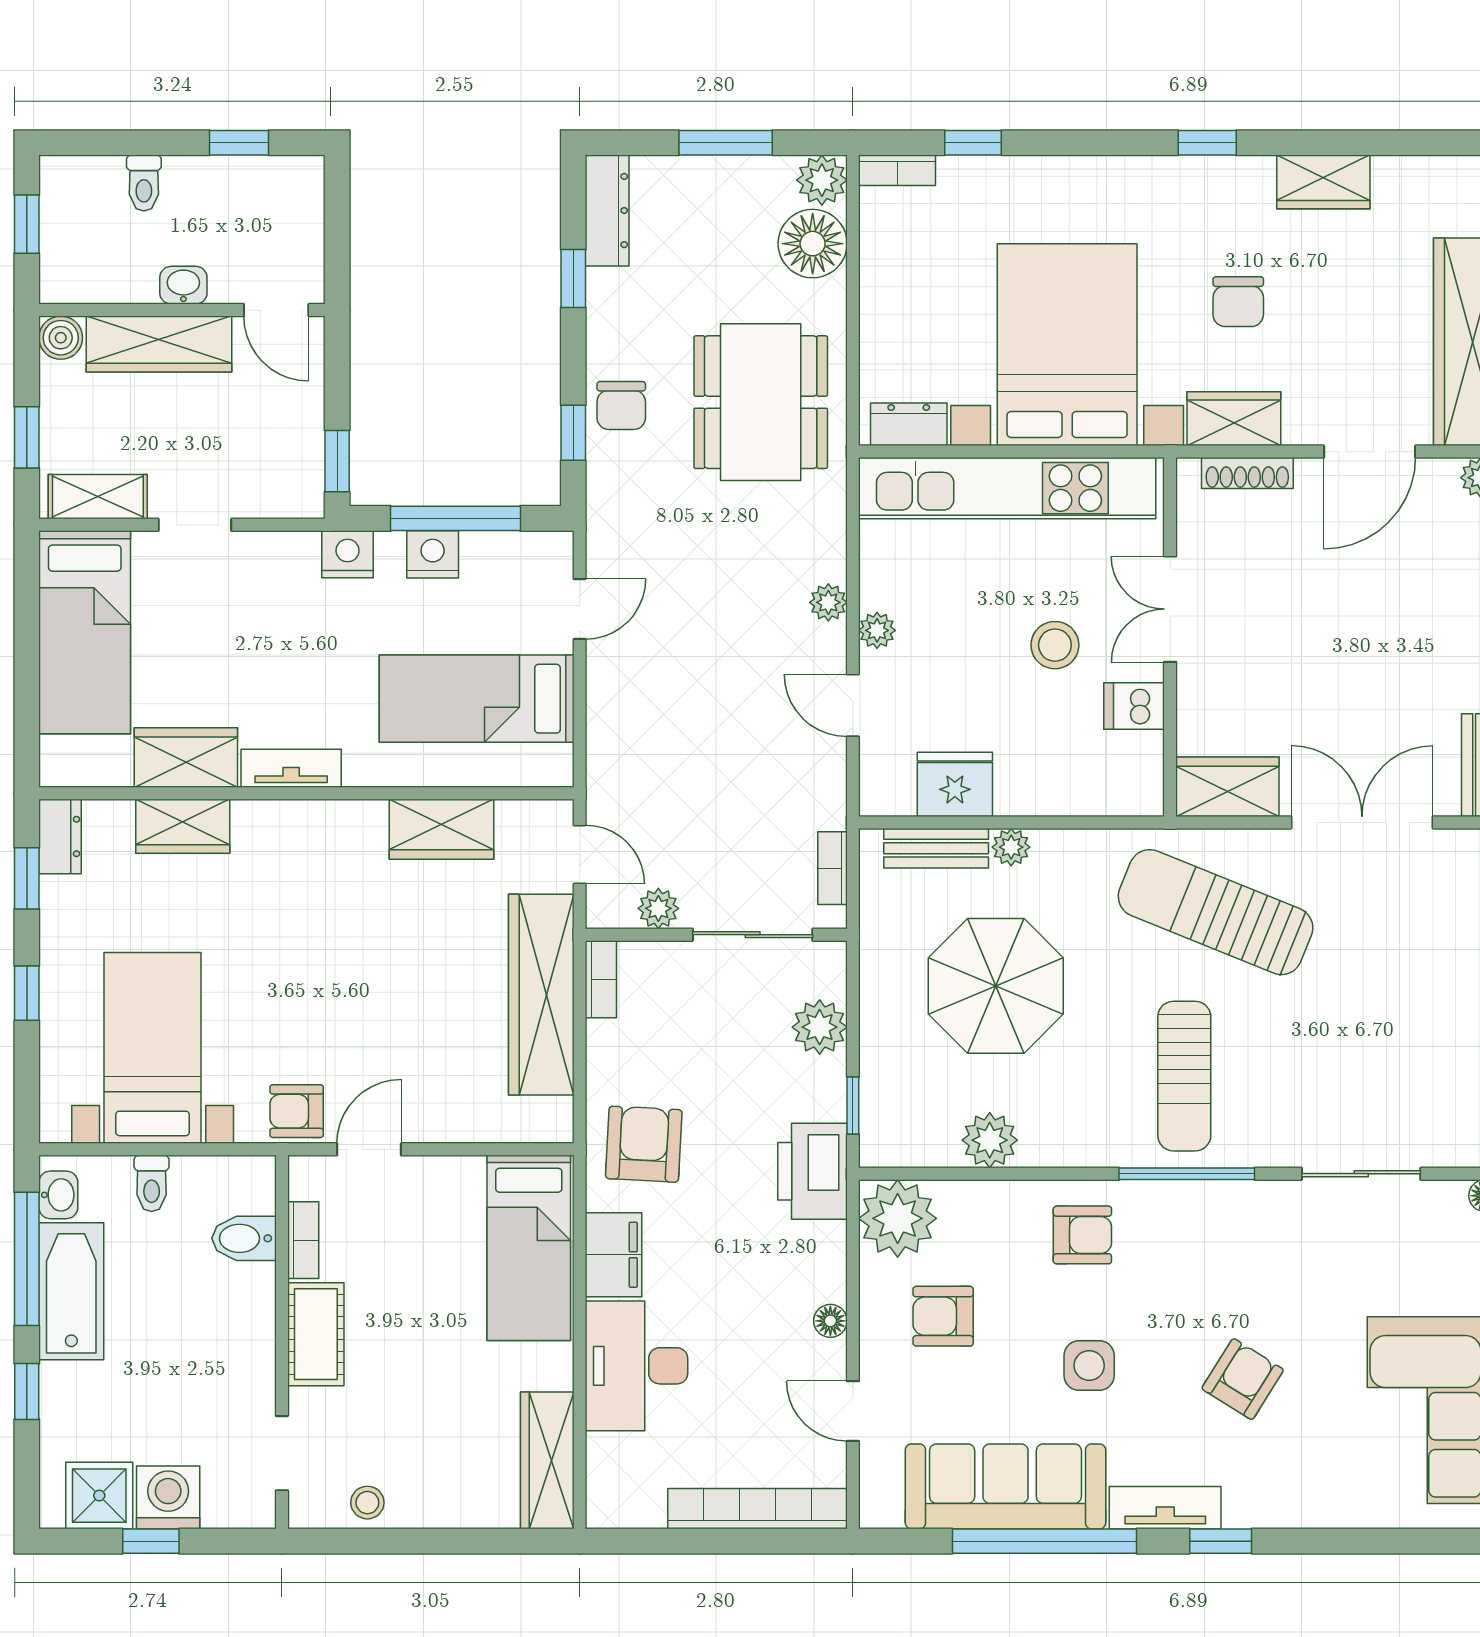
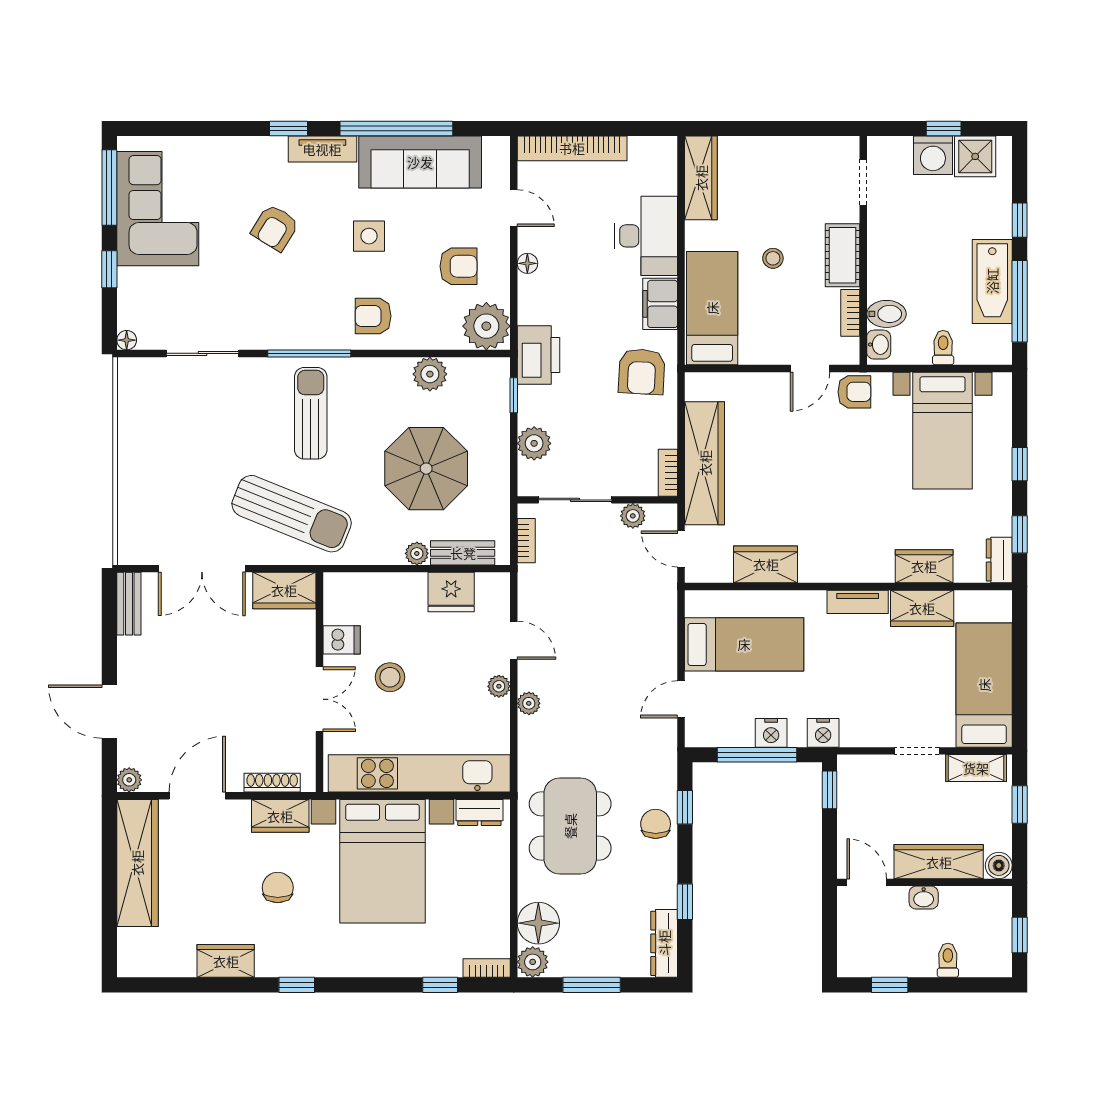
washbasin: (58, 1195) -> (879, 345), moved, turned 180
stool: (367, 1503) -> (773, 258), moved

